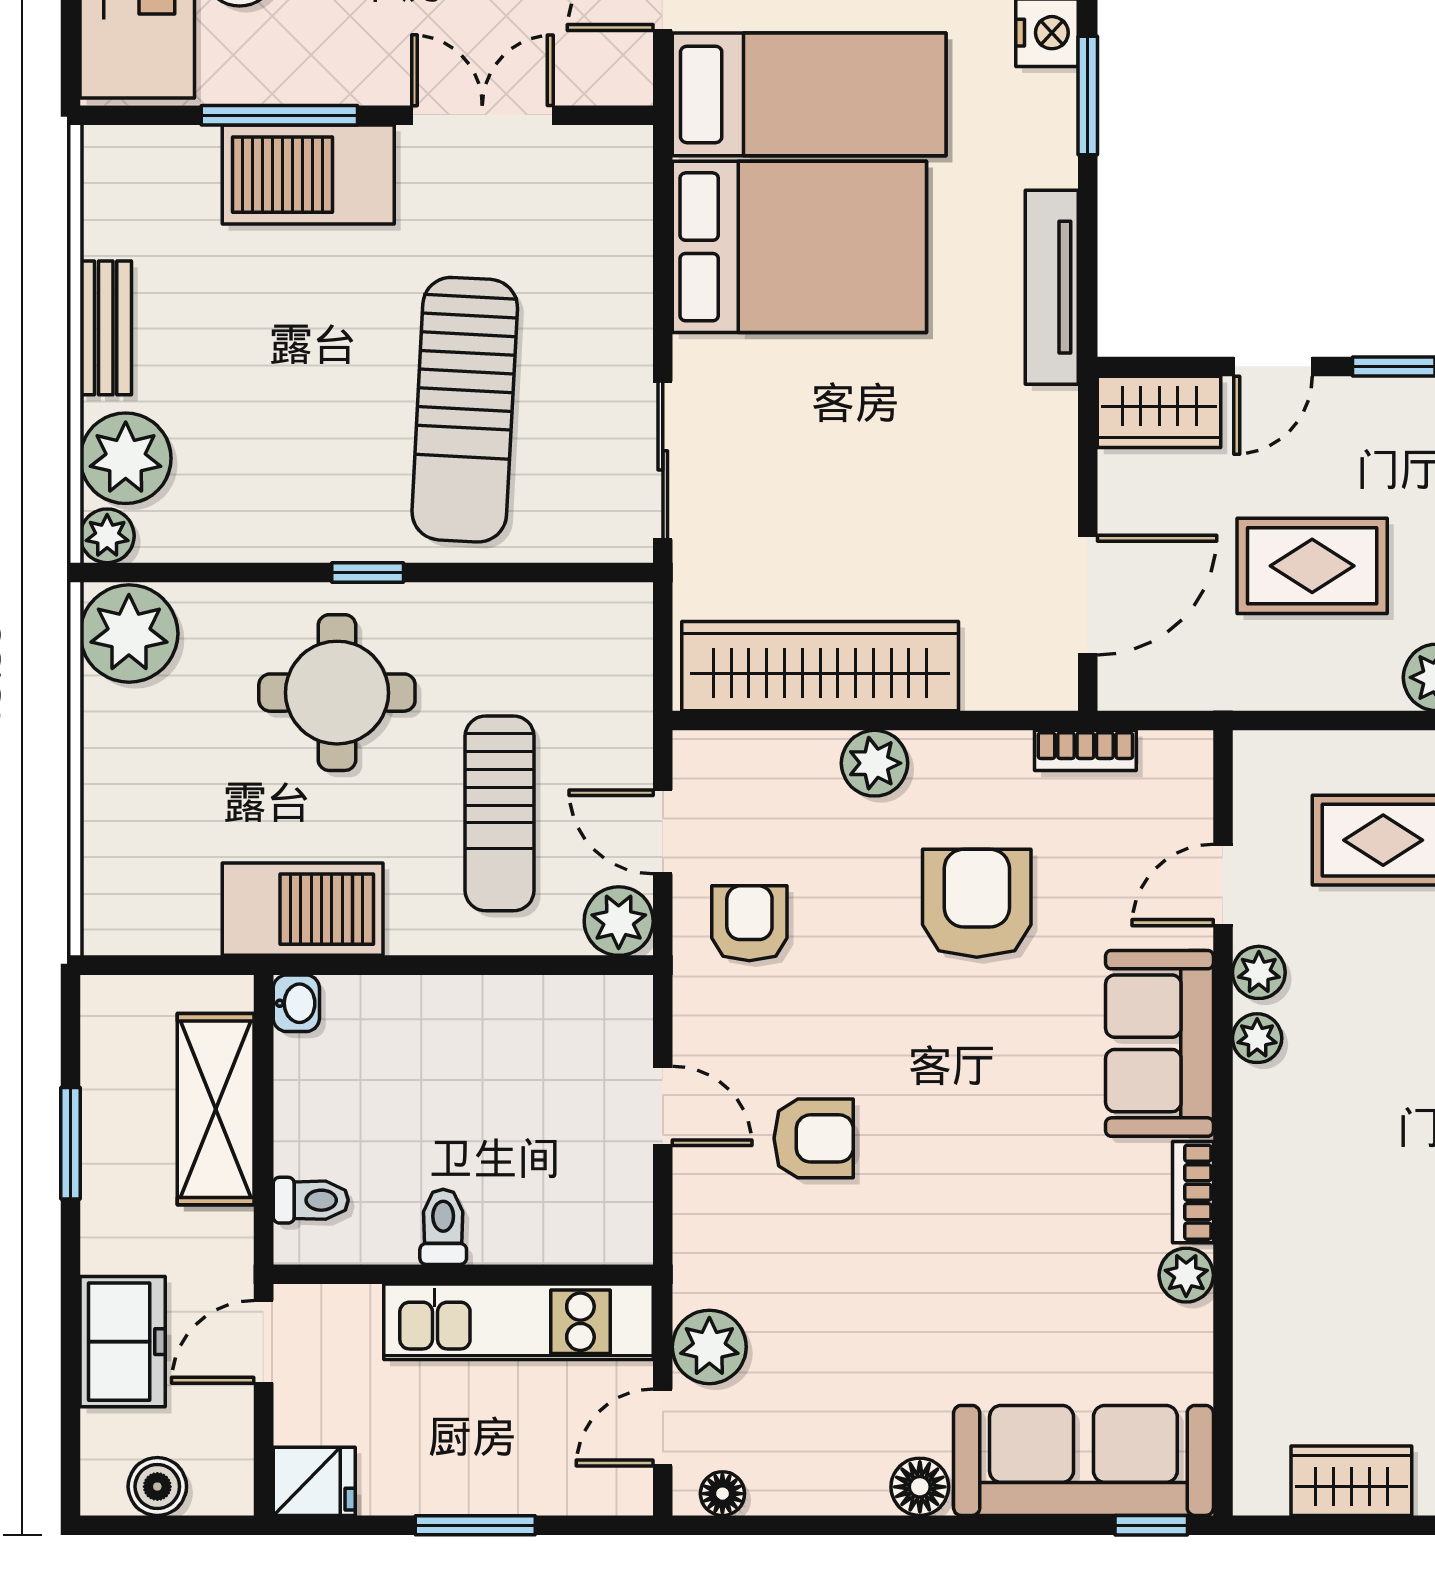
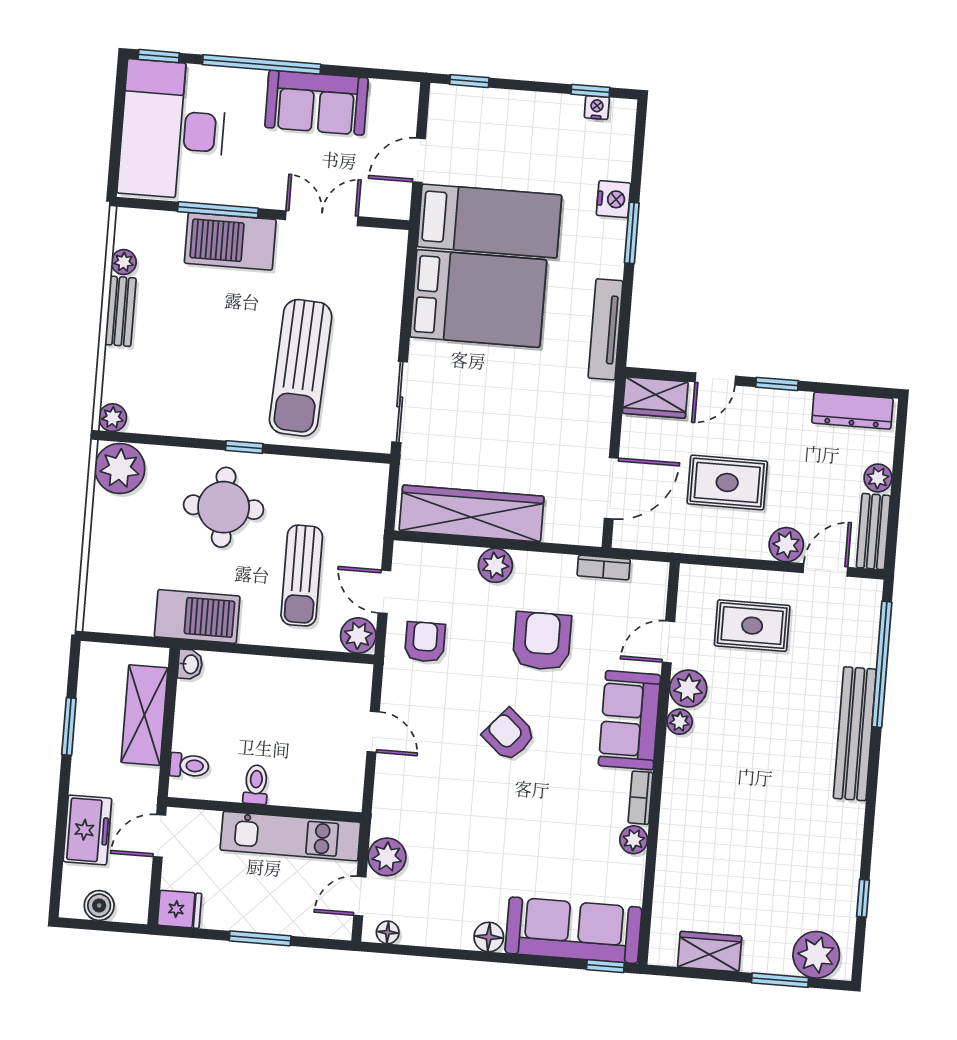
plant: (126, 458) -> (124, 262), moved, width x0.53, depth x0.53
plant: (1259, 972) -> (688, 689), width x1.38, depth x1.38
armchair: (814, 1138) -> (509, 735), moved, turned -139

